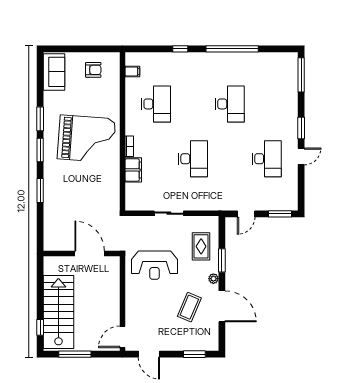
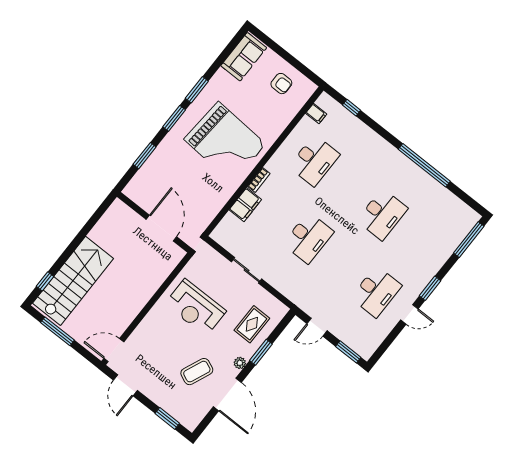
window: (180, 49) -> (352, 108), moved
wall: (82, 253) -> (154, 222), moved
door: (90, 253) -> (161, 228), moved

